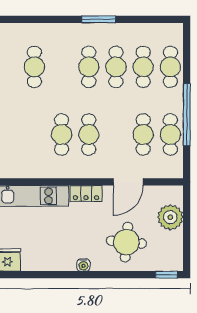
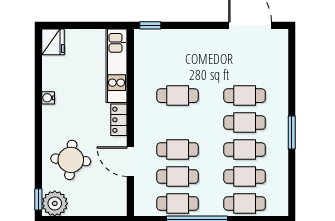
cafe table: (34, 67) -> (245, 96), moved
cafe table: (89, 134) -> (178, 150), moved
plant: (170, 217) -> (55, 203), moved
water cooler: (83, 265) -> (48, 98), moved

